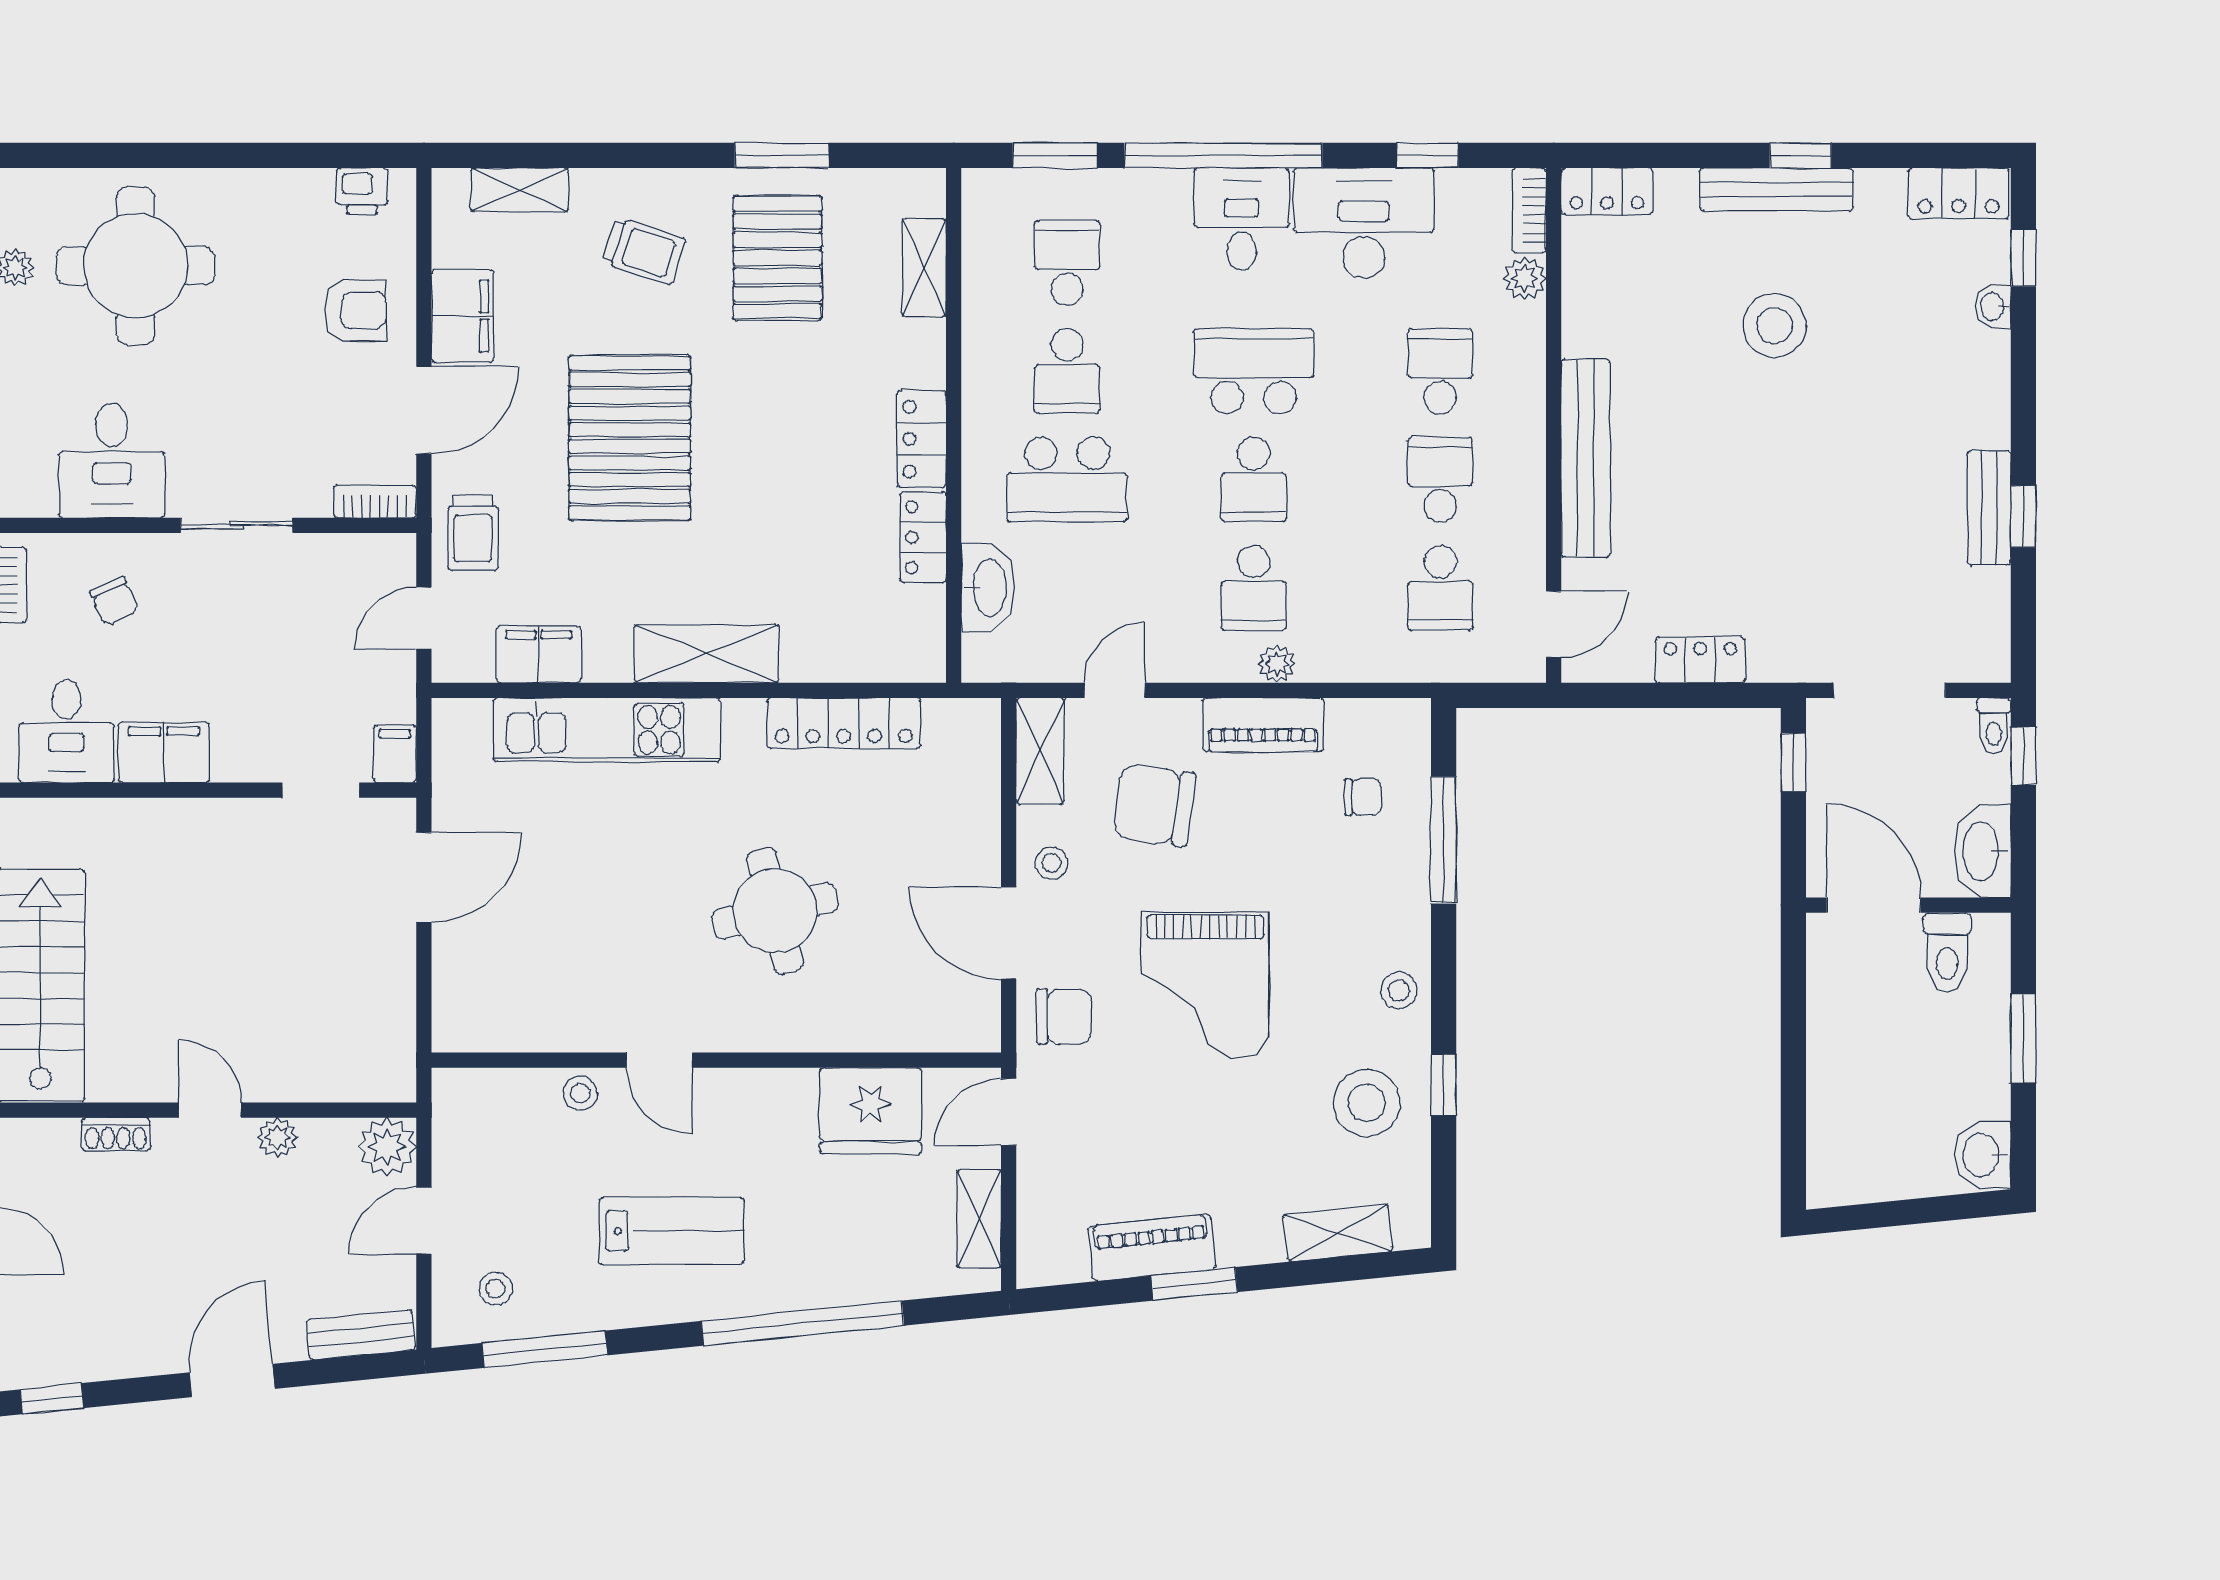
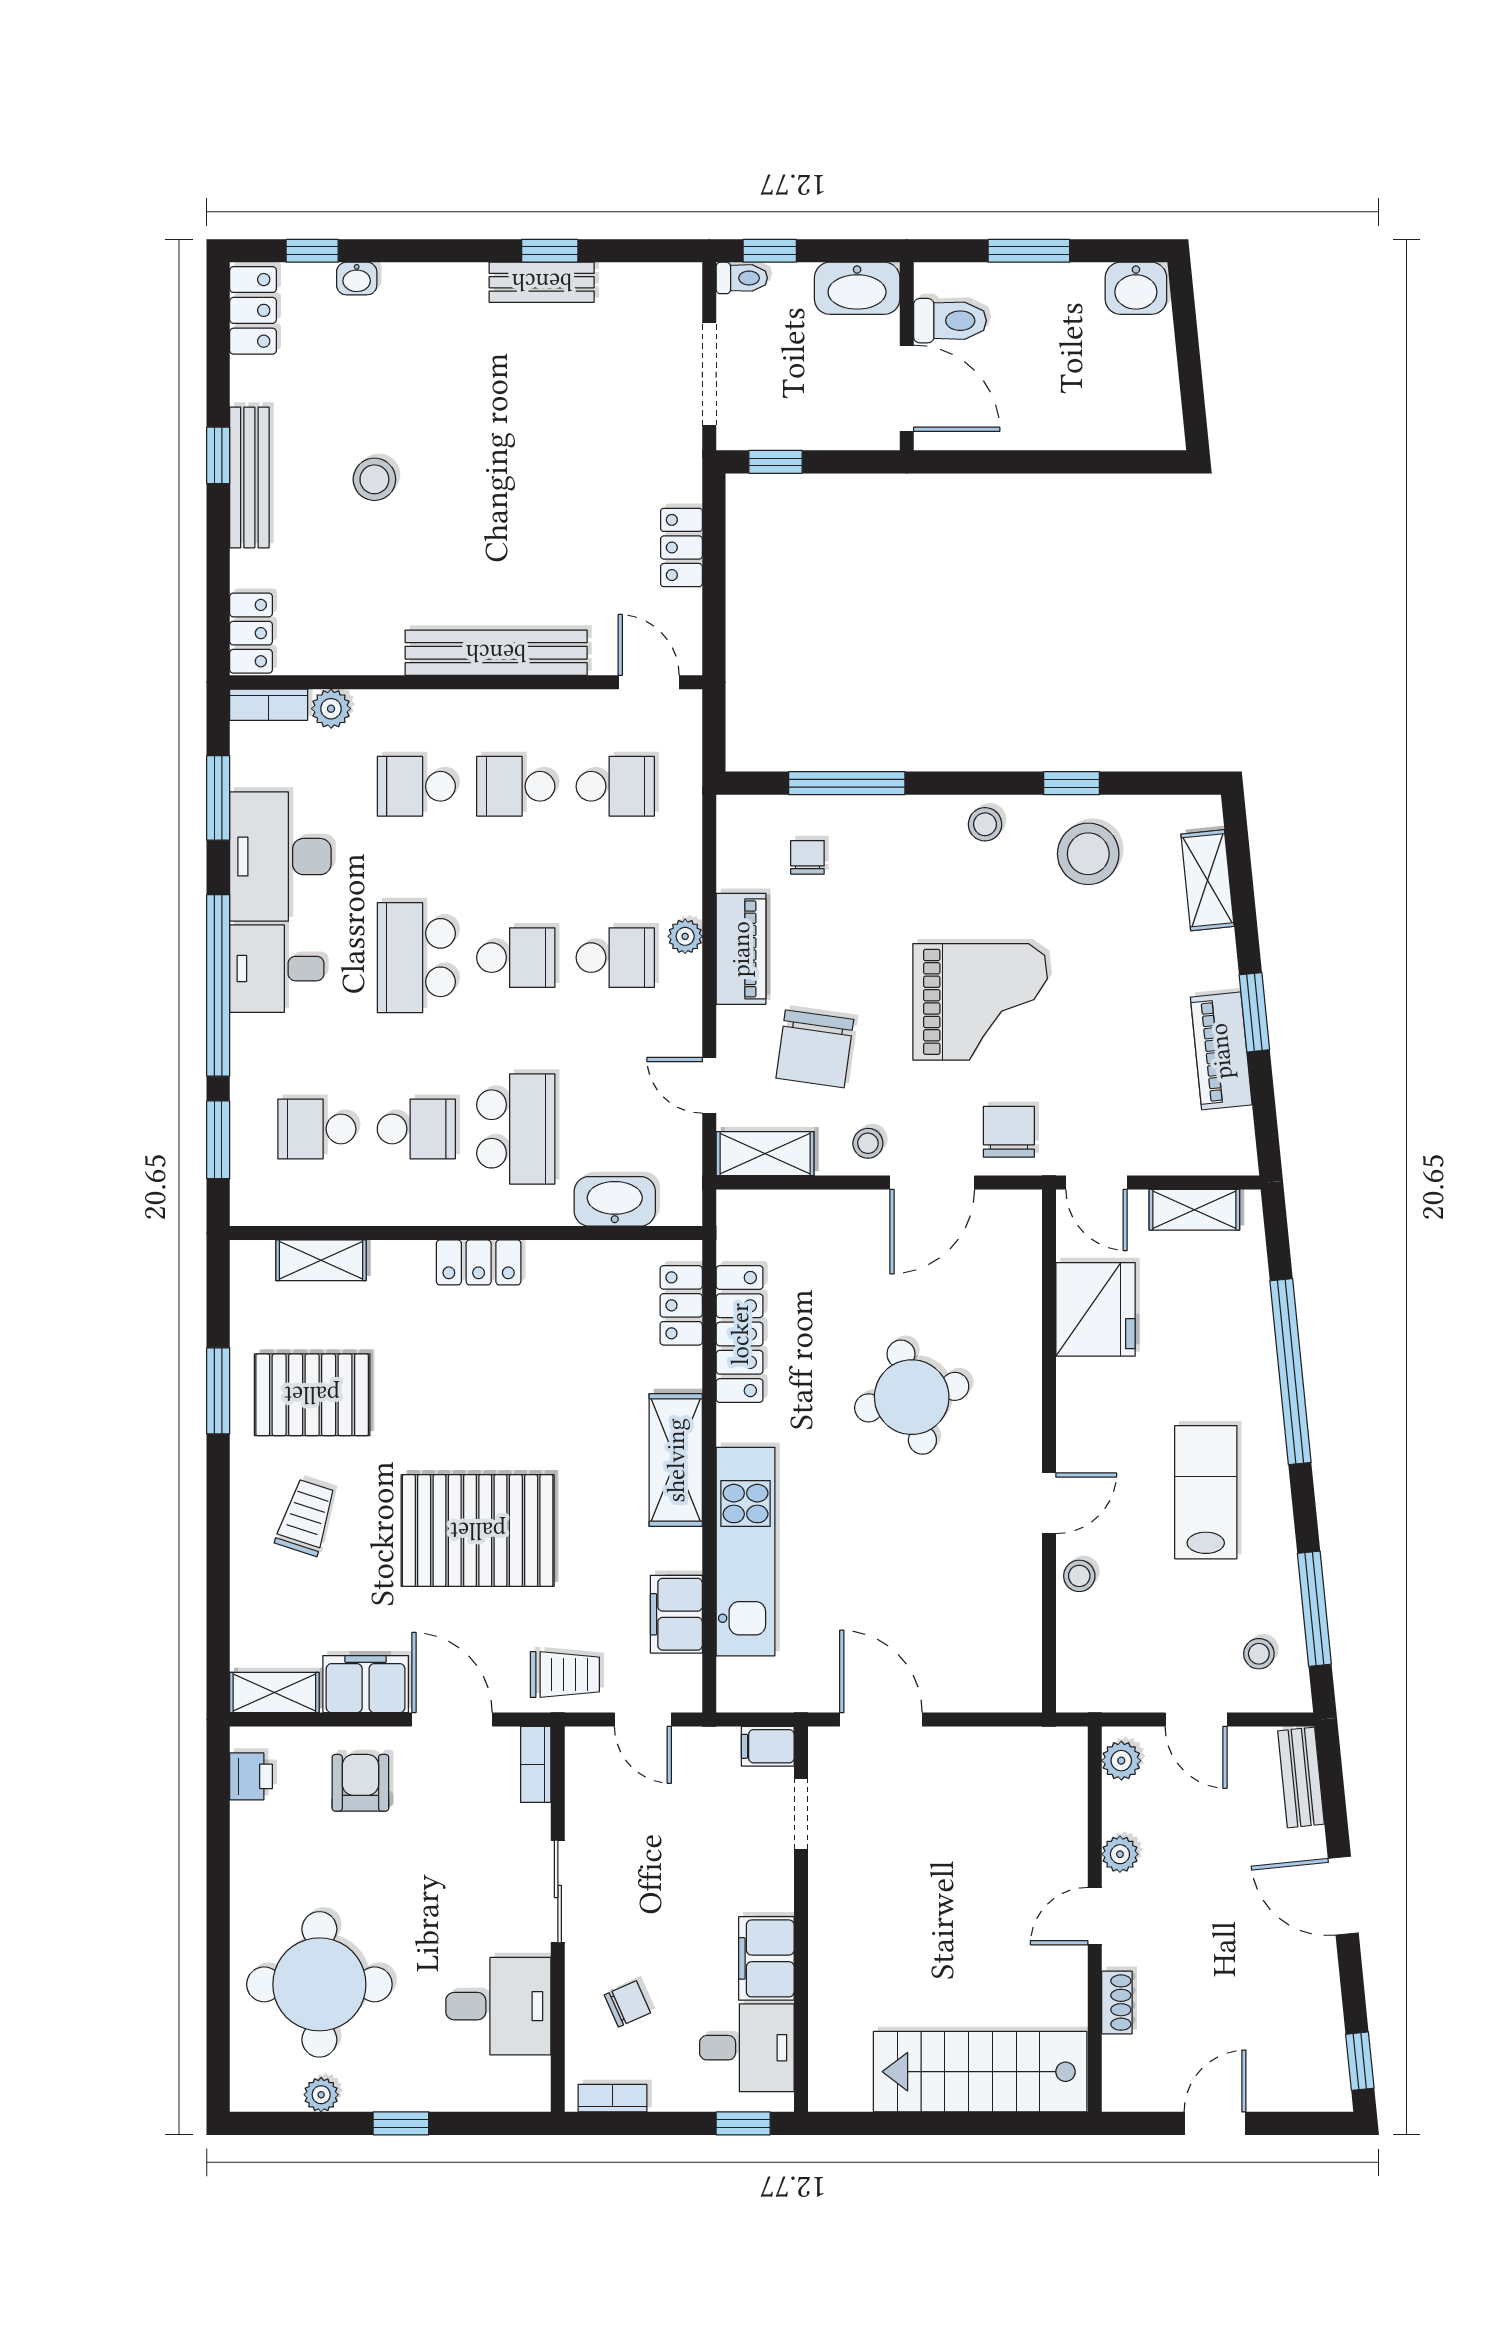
window: (1427, 155) -> (218, 798), width x1.50
shelving: (520, 190) -> (274, 1693), moved, turned 90
stool: (1774, 326) -> (374, 479), width x0.73, depth x0.73
locker: (923, 537) -> (681, 1305), moved, turned 90
door: (1874, 905) -> (907, 388), swing flipped
plant: (387, 1147) -> (1121, 1761), width x0.73, depth x0.73

